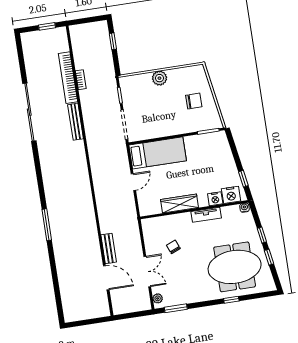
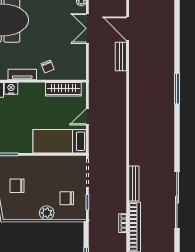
chair: (141, 96) -> (67, 198), added
wardrobe: (179, 204) -> (63, 89), moved
chair: (173, 247) -> (48, 67), moved

